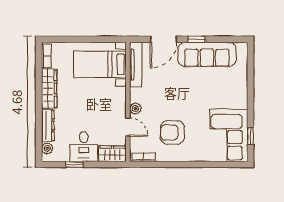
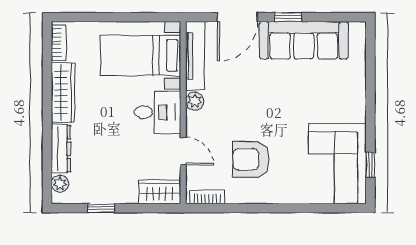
plant: (135, 108) -> (195, 101), moved
desk: (84, 147) -> (158, 112), moved, turned -90

